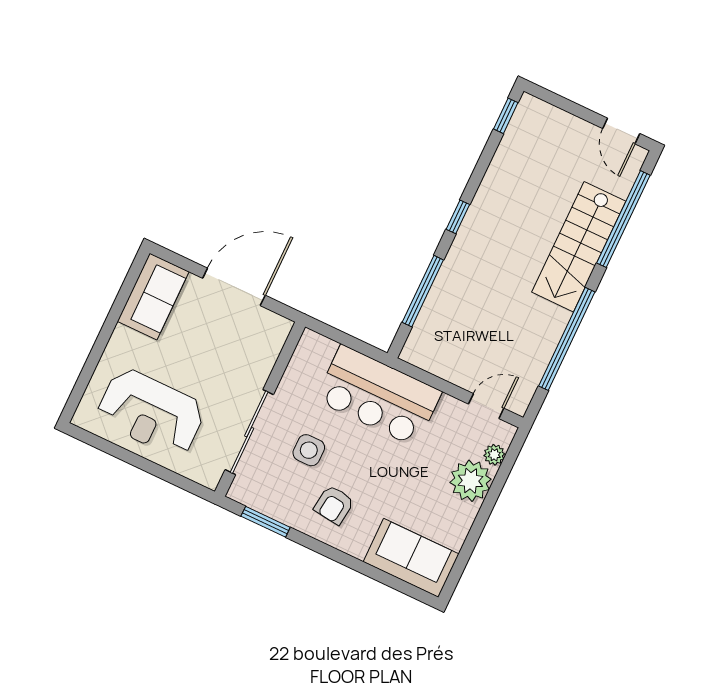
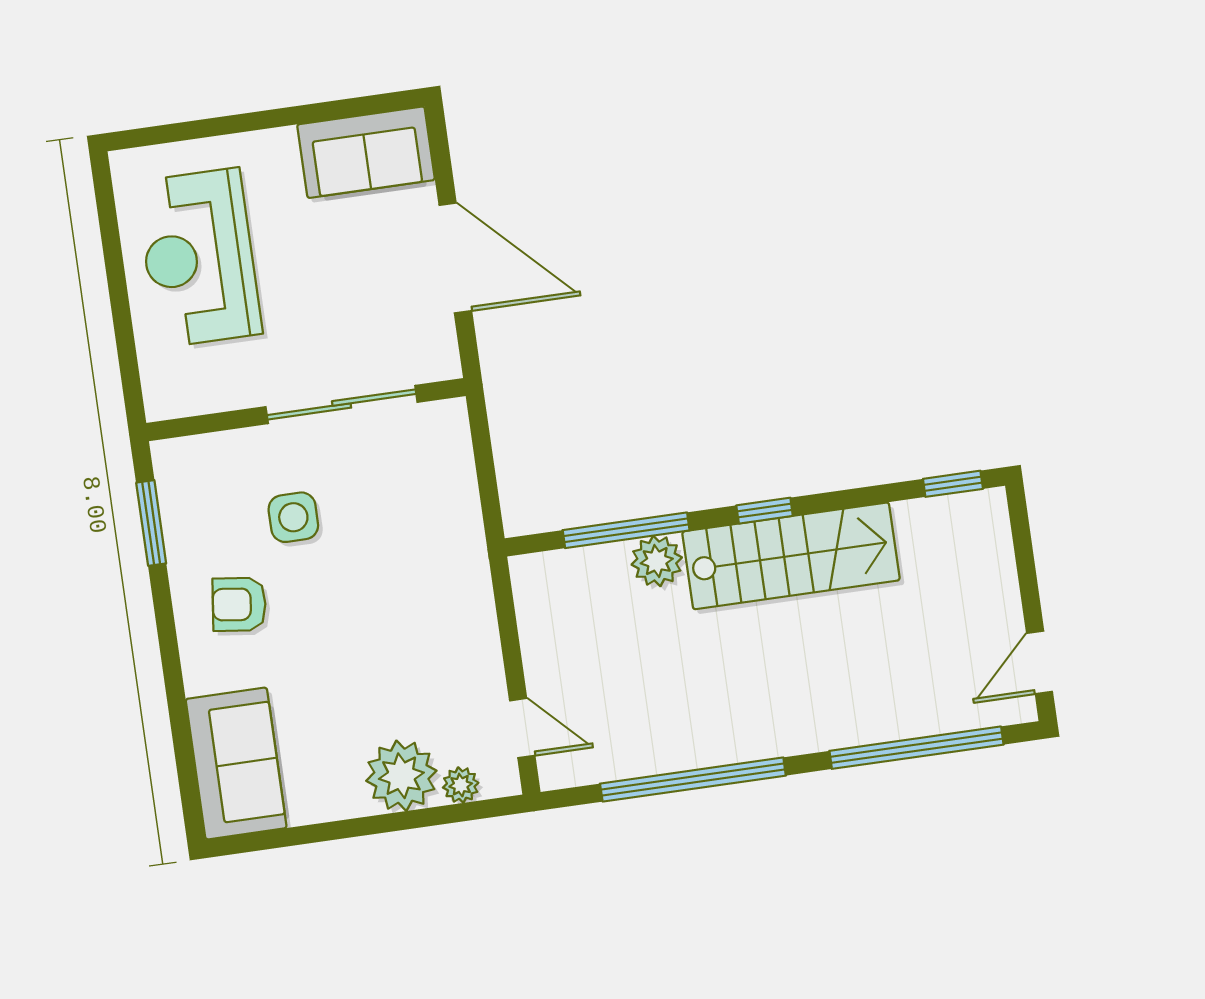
stairs: (579, 247) -> (791, 556), moved, turned 180
plant: (448, 286) -> (657, 561), added
bar counter: (378, 396) -> (436, 565), removed
sliding door: (249, 432) -> (342, 404), moved

